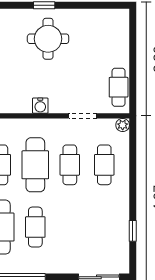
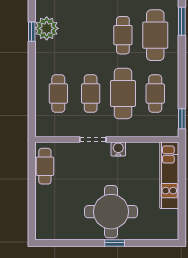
round table: (48, 39) -> (111, 212), width x1.36, depth x1.36
doorway: (83, 116) -> (93, 139), moved
plant: (123, 125) -> (47, 28), moved, width x1.88, depth x1.88

